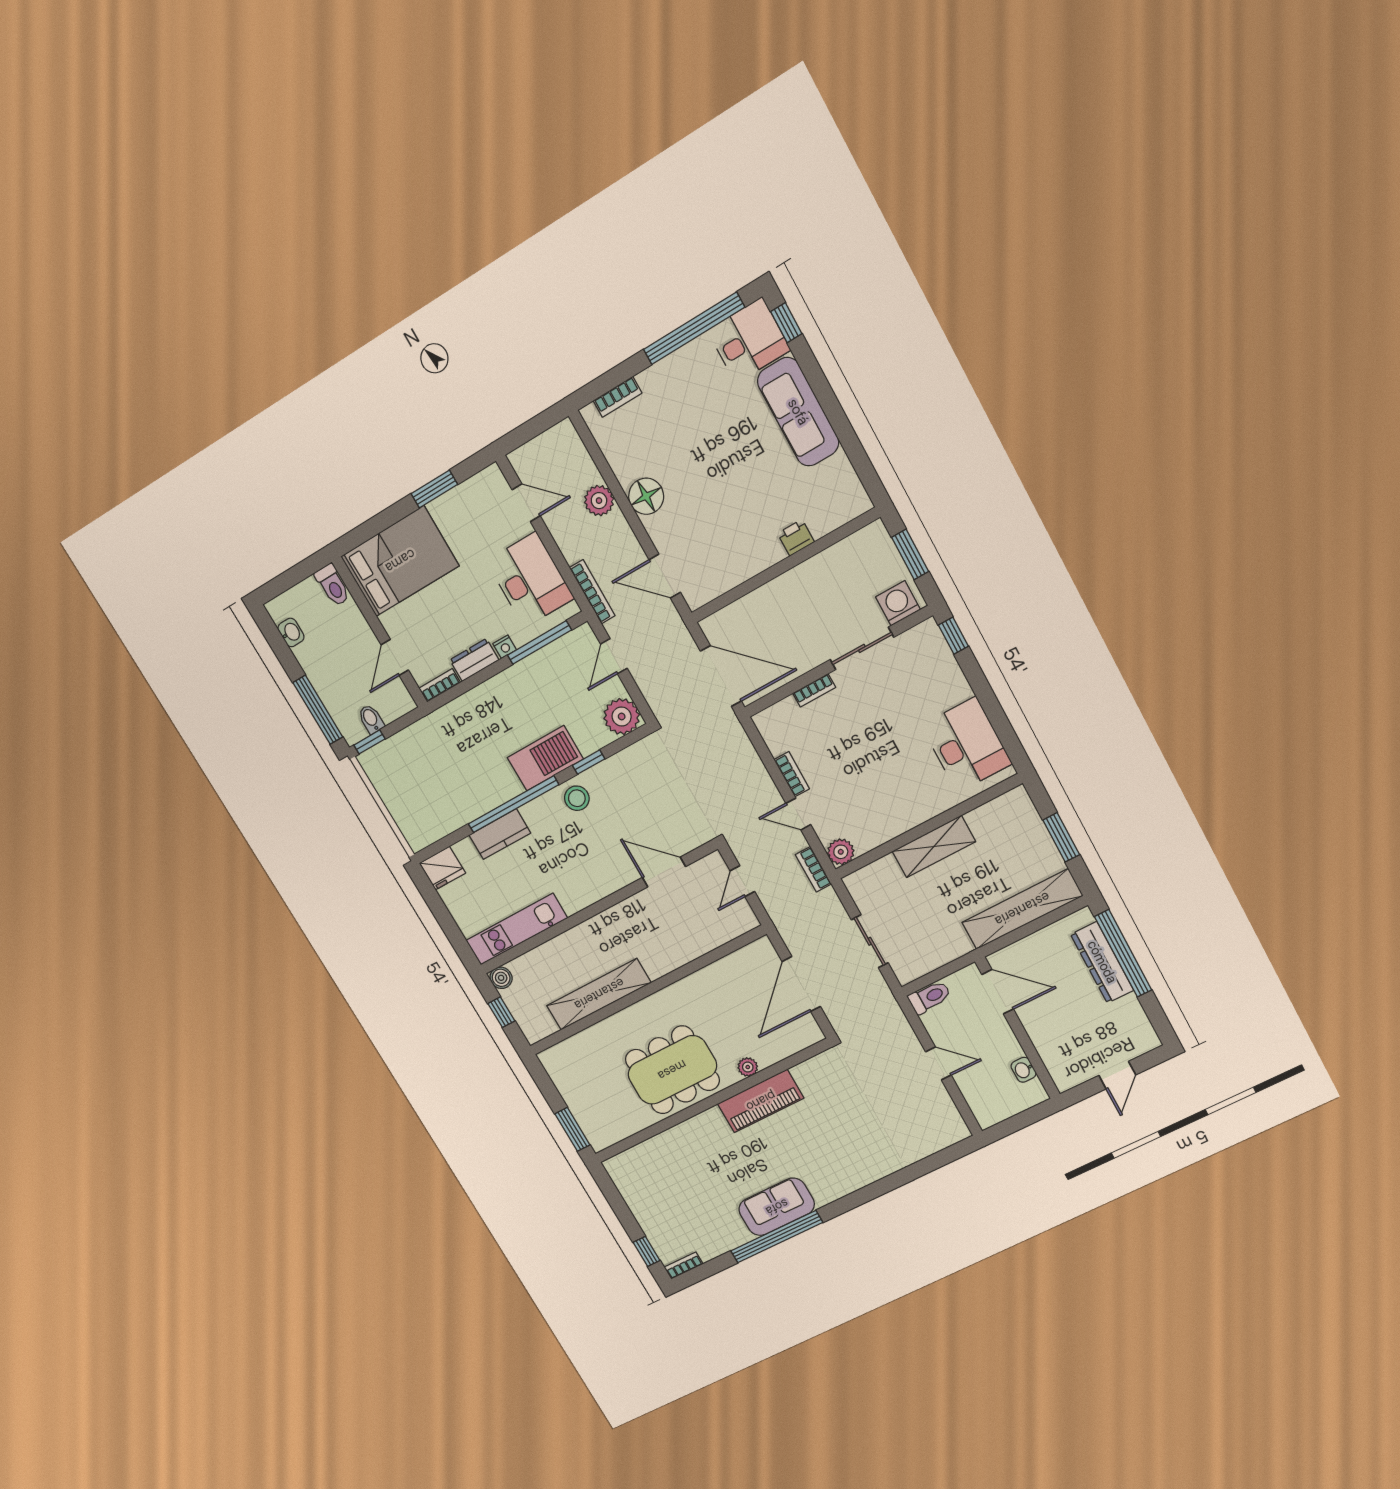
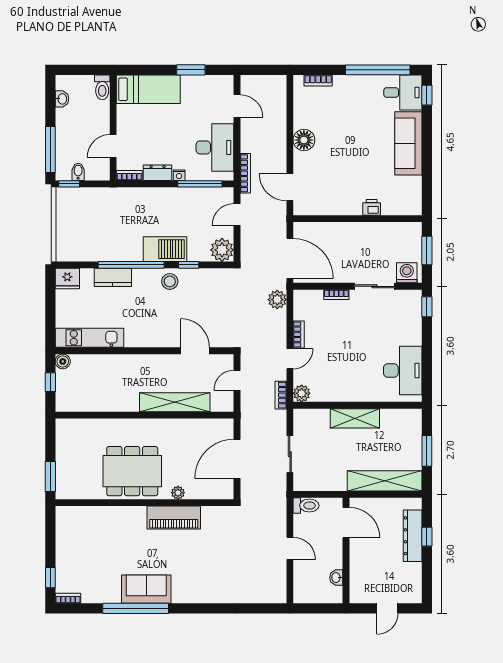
plant: (599, 501) -> (277, 300), moved
bed: (400, 561) -> (148, 89), width x0.67
door: (798, 814) -> (290, 359), swing flipped
window: (1123, 953) -> (427, 537), width x0.32
shelving: (599, 994) -> (175, 402), moved

